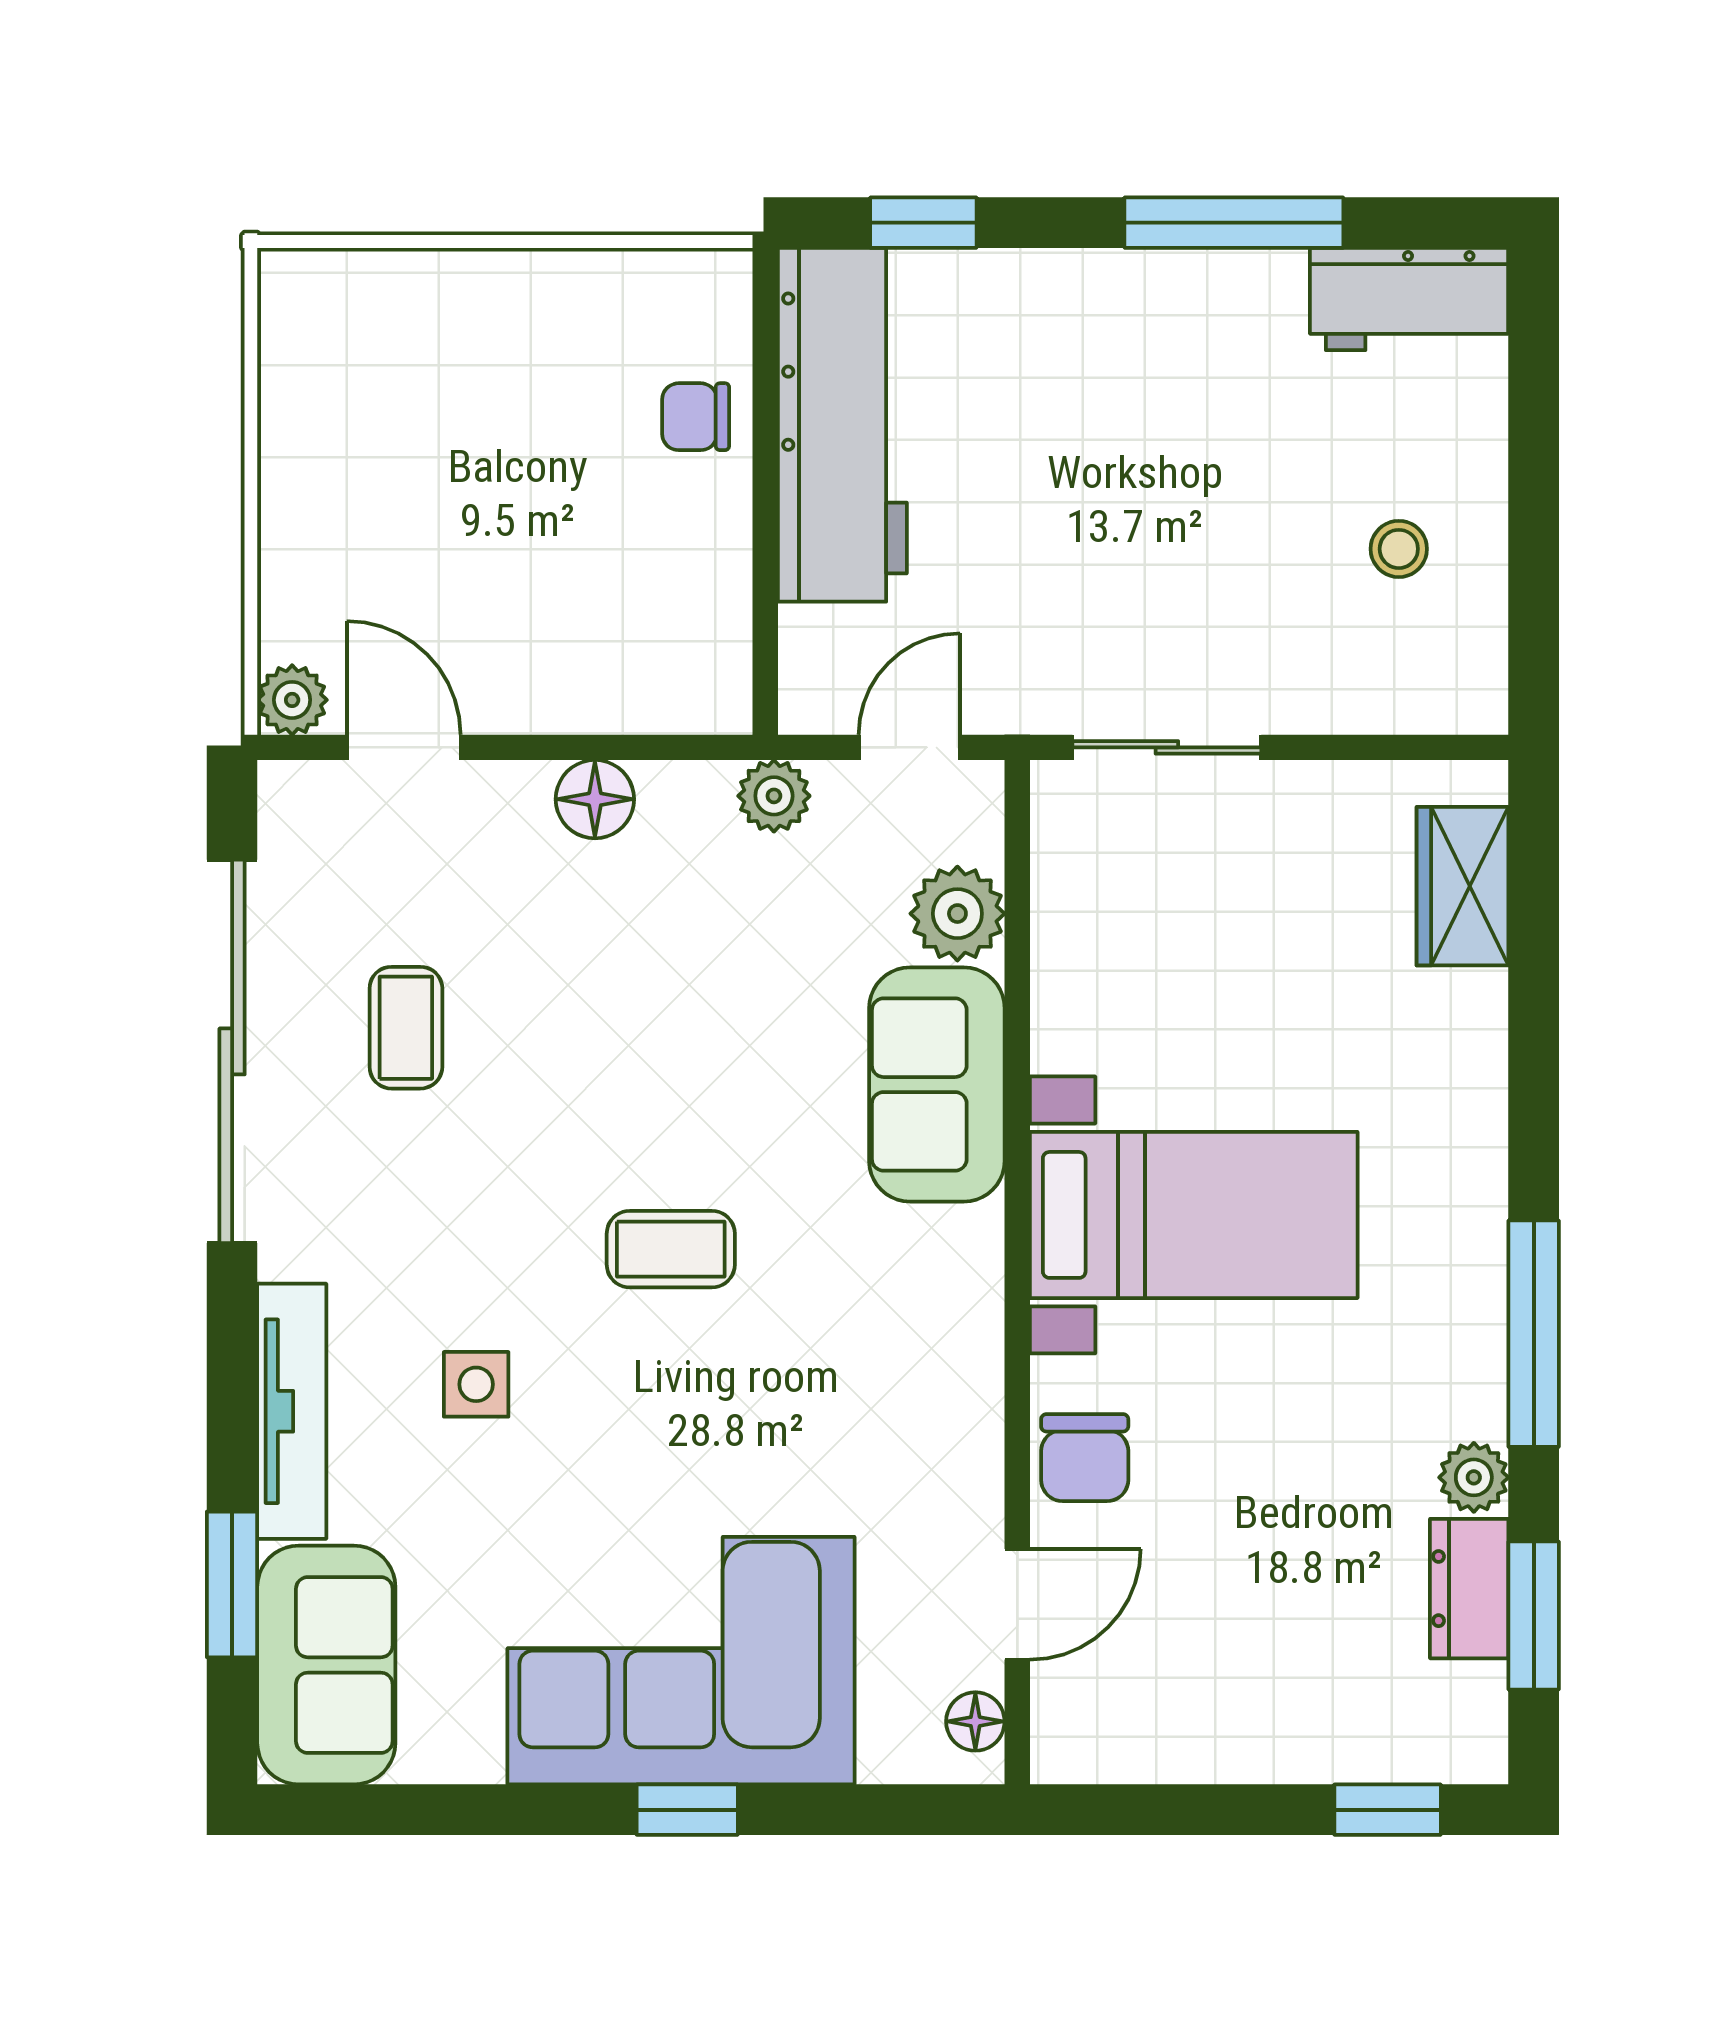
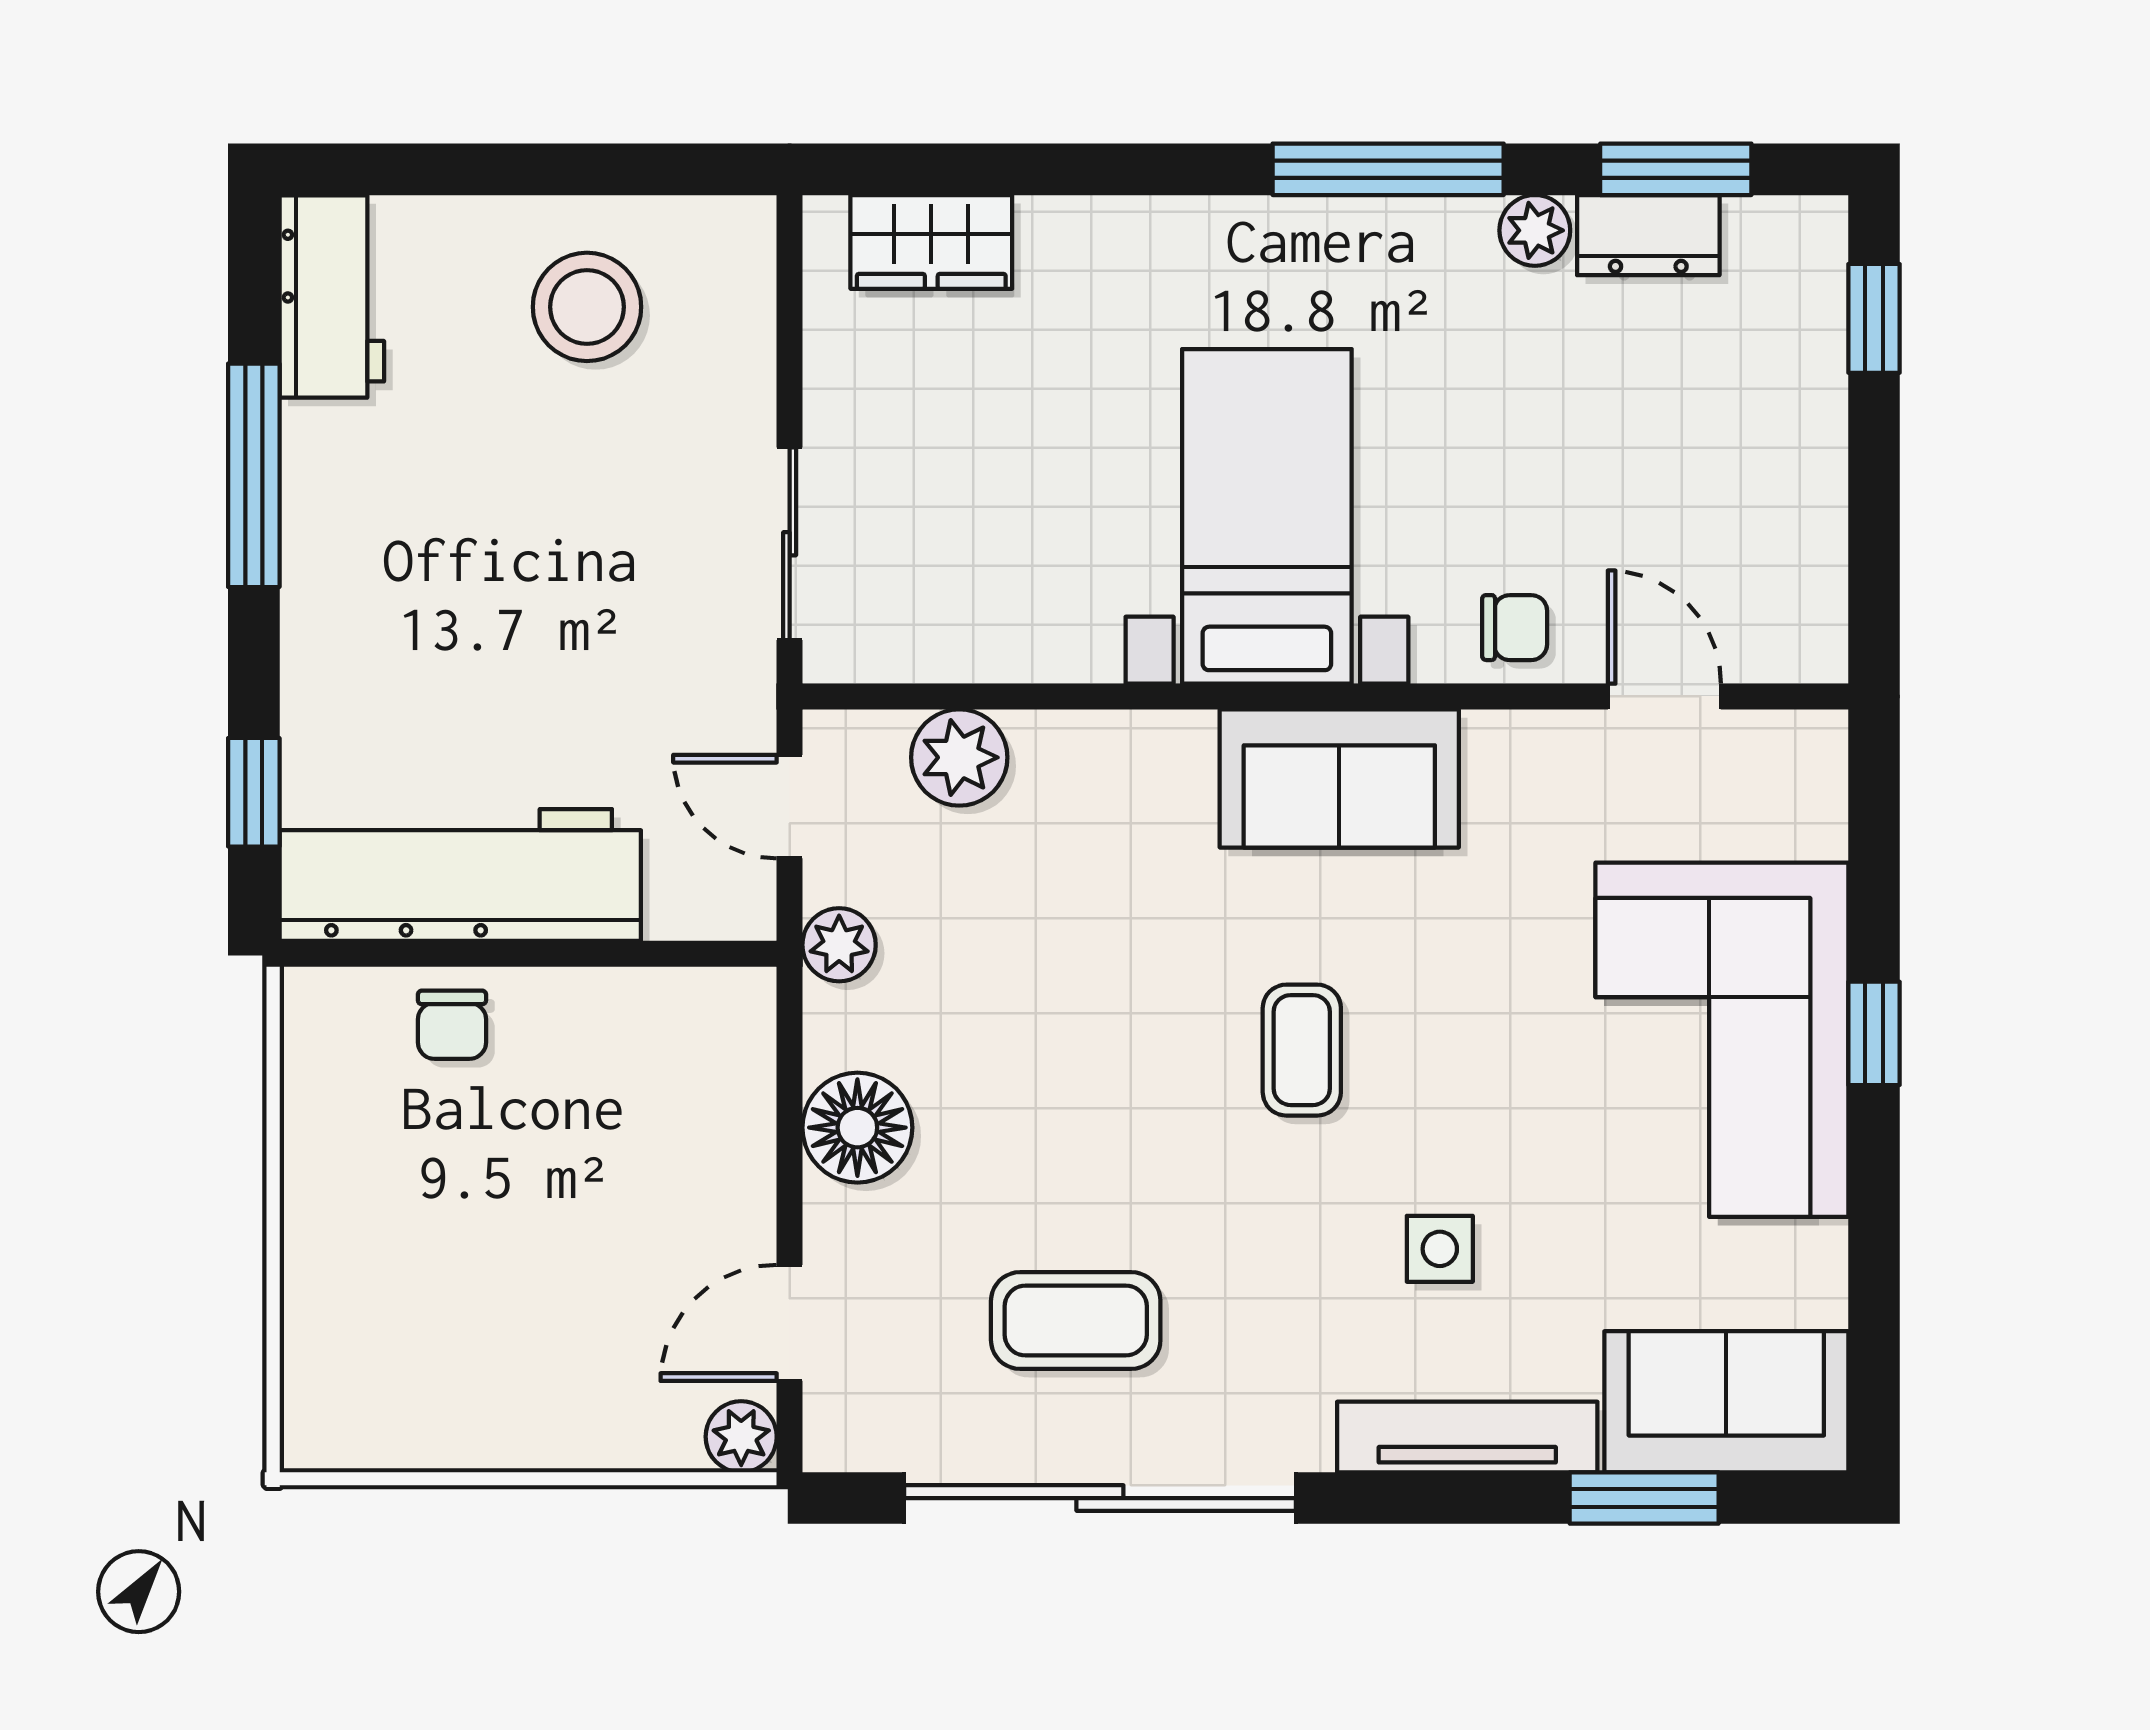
stool: (1399, 549) -> (587, 307), width x1.89, depth x1.89
floor lamp: (595, 799) -> (857, 1128), width x1.38, depth x1.38
coffee table: (406, 1028) -> (1076, 1320), width x1.36, depth x1.30
sofa: (937, 1085) -> (1339, 778), moved
chair: (1085, 1458) -> (1515, 628), width x0.73, depth x0.73
floor lamp: (975, 1721) -> (1784, 739), removed

